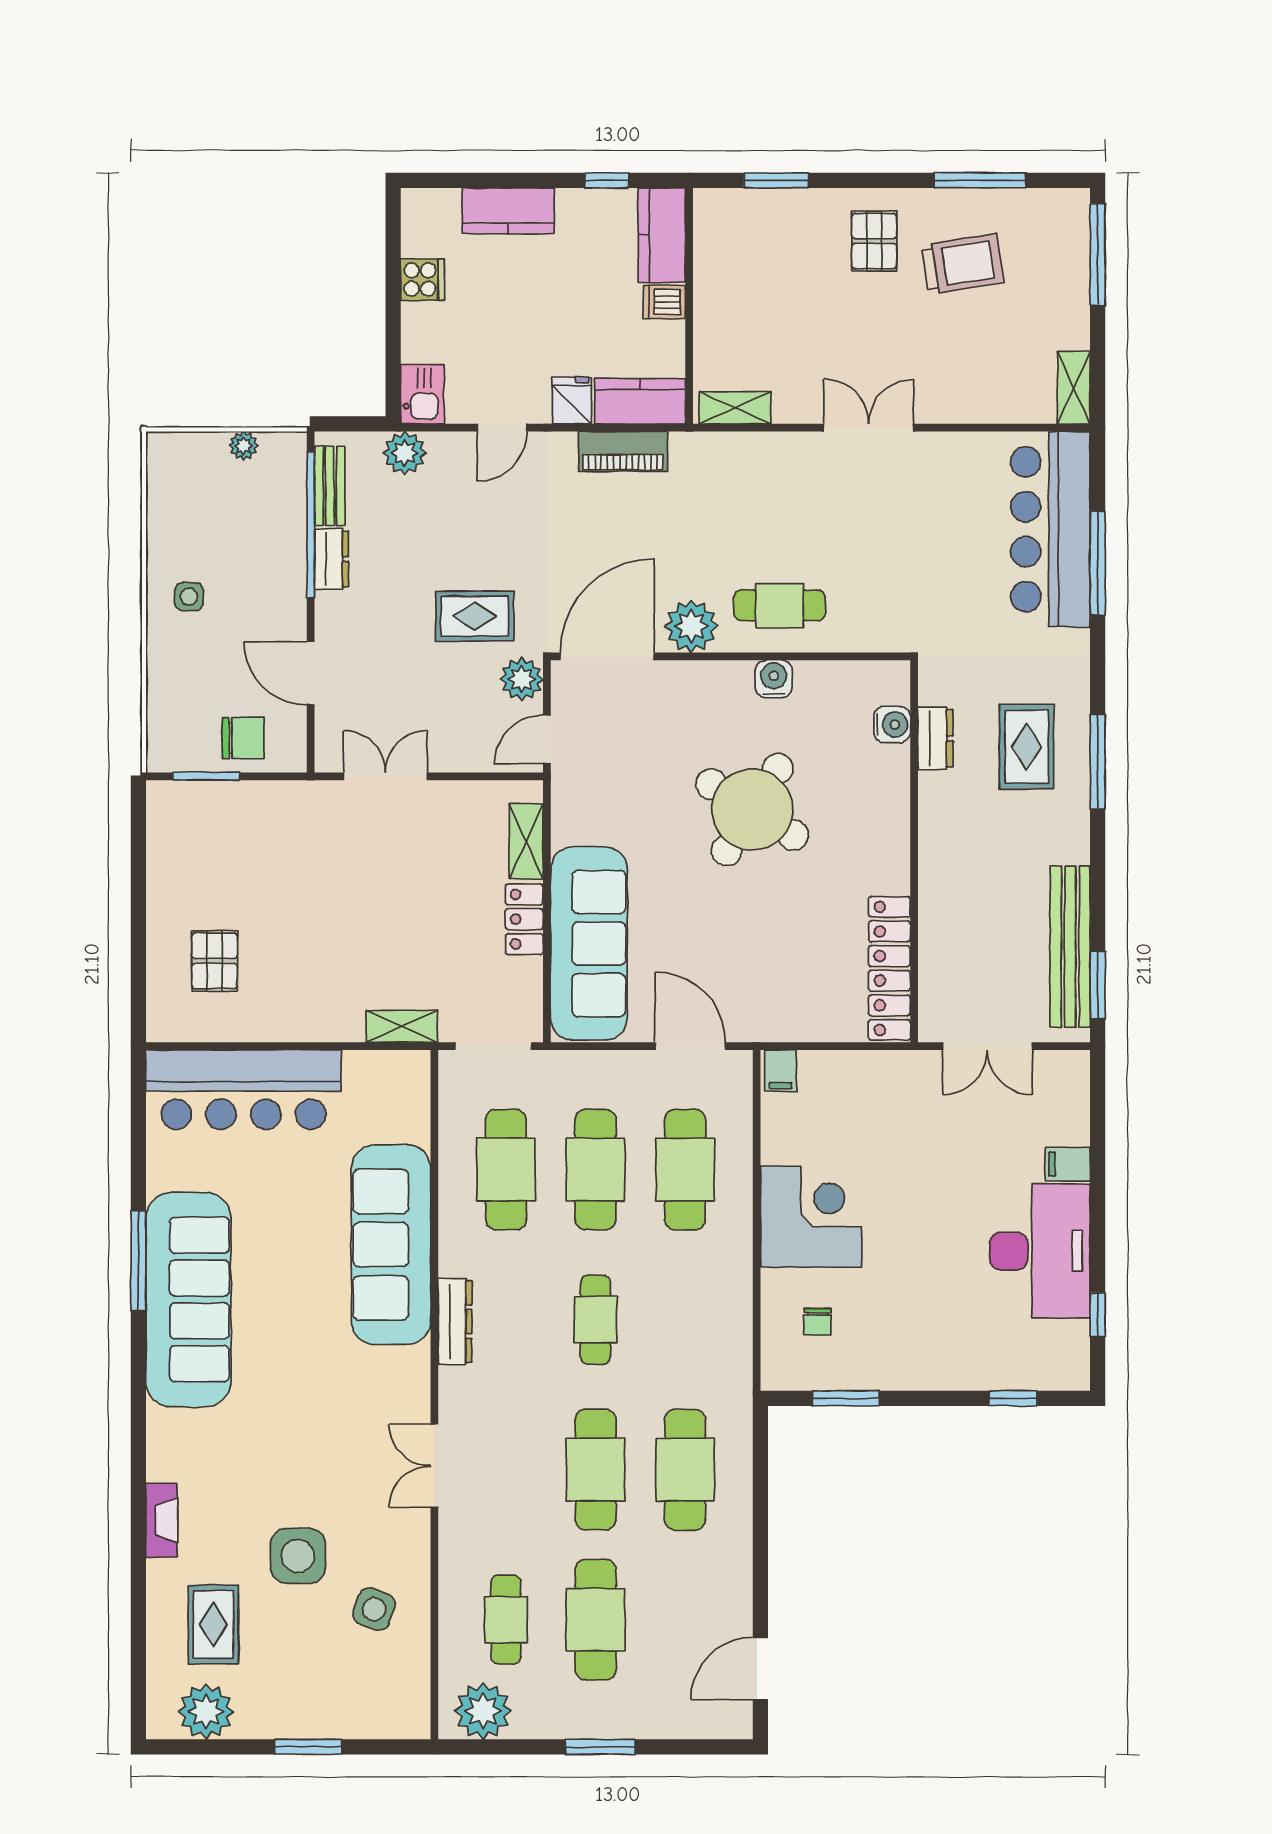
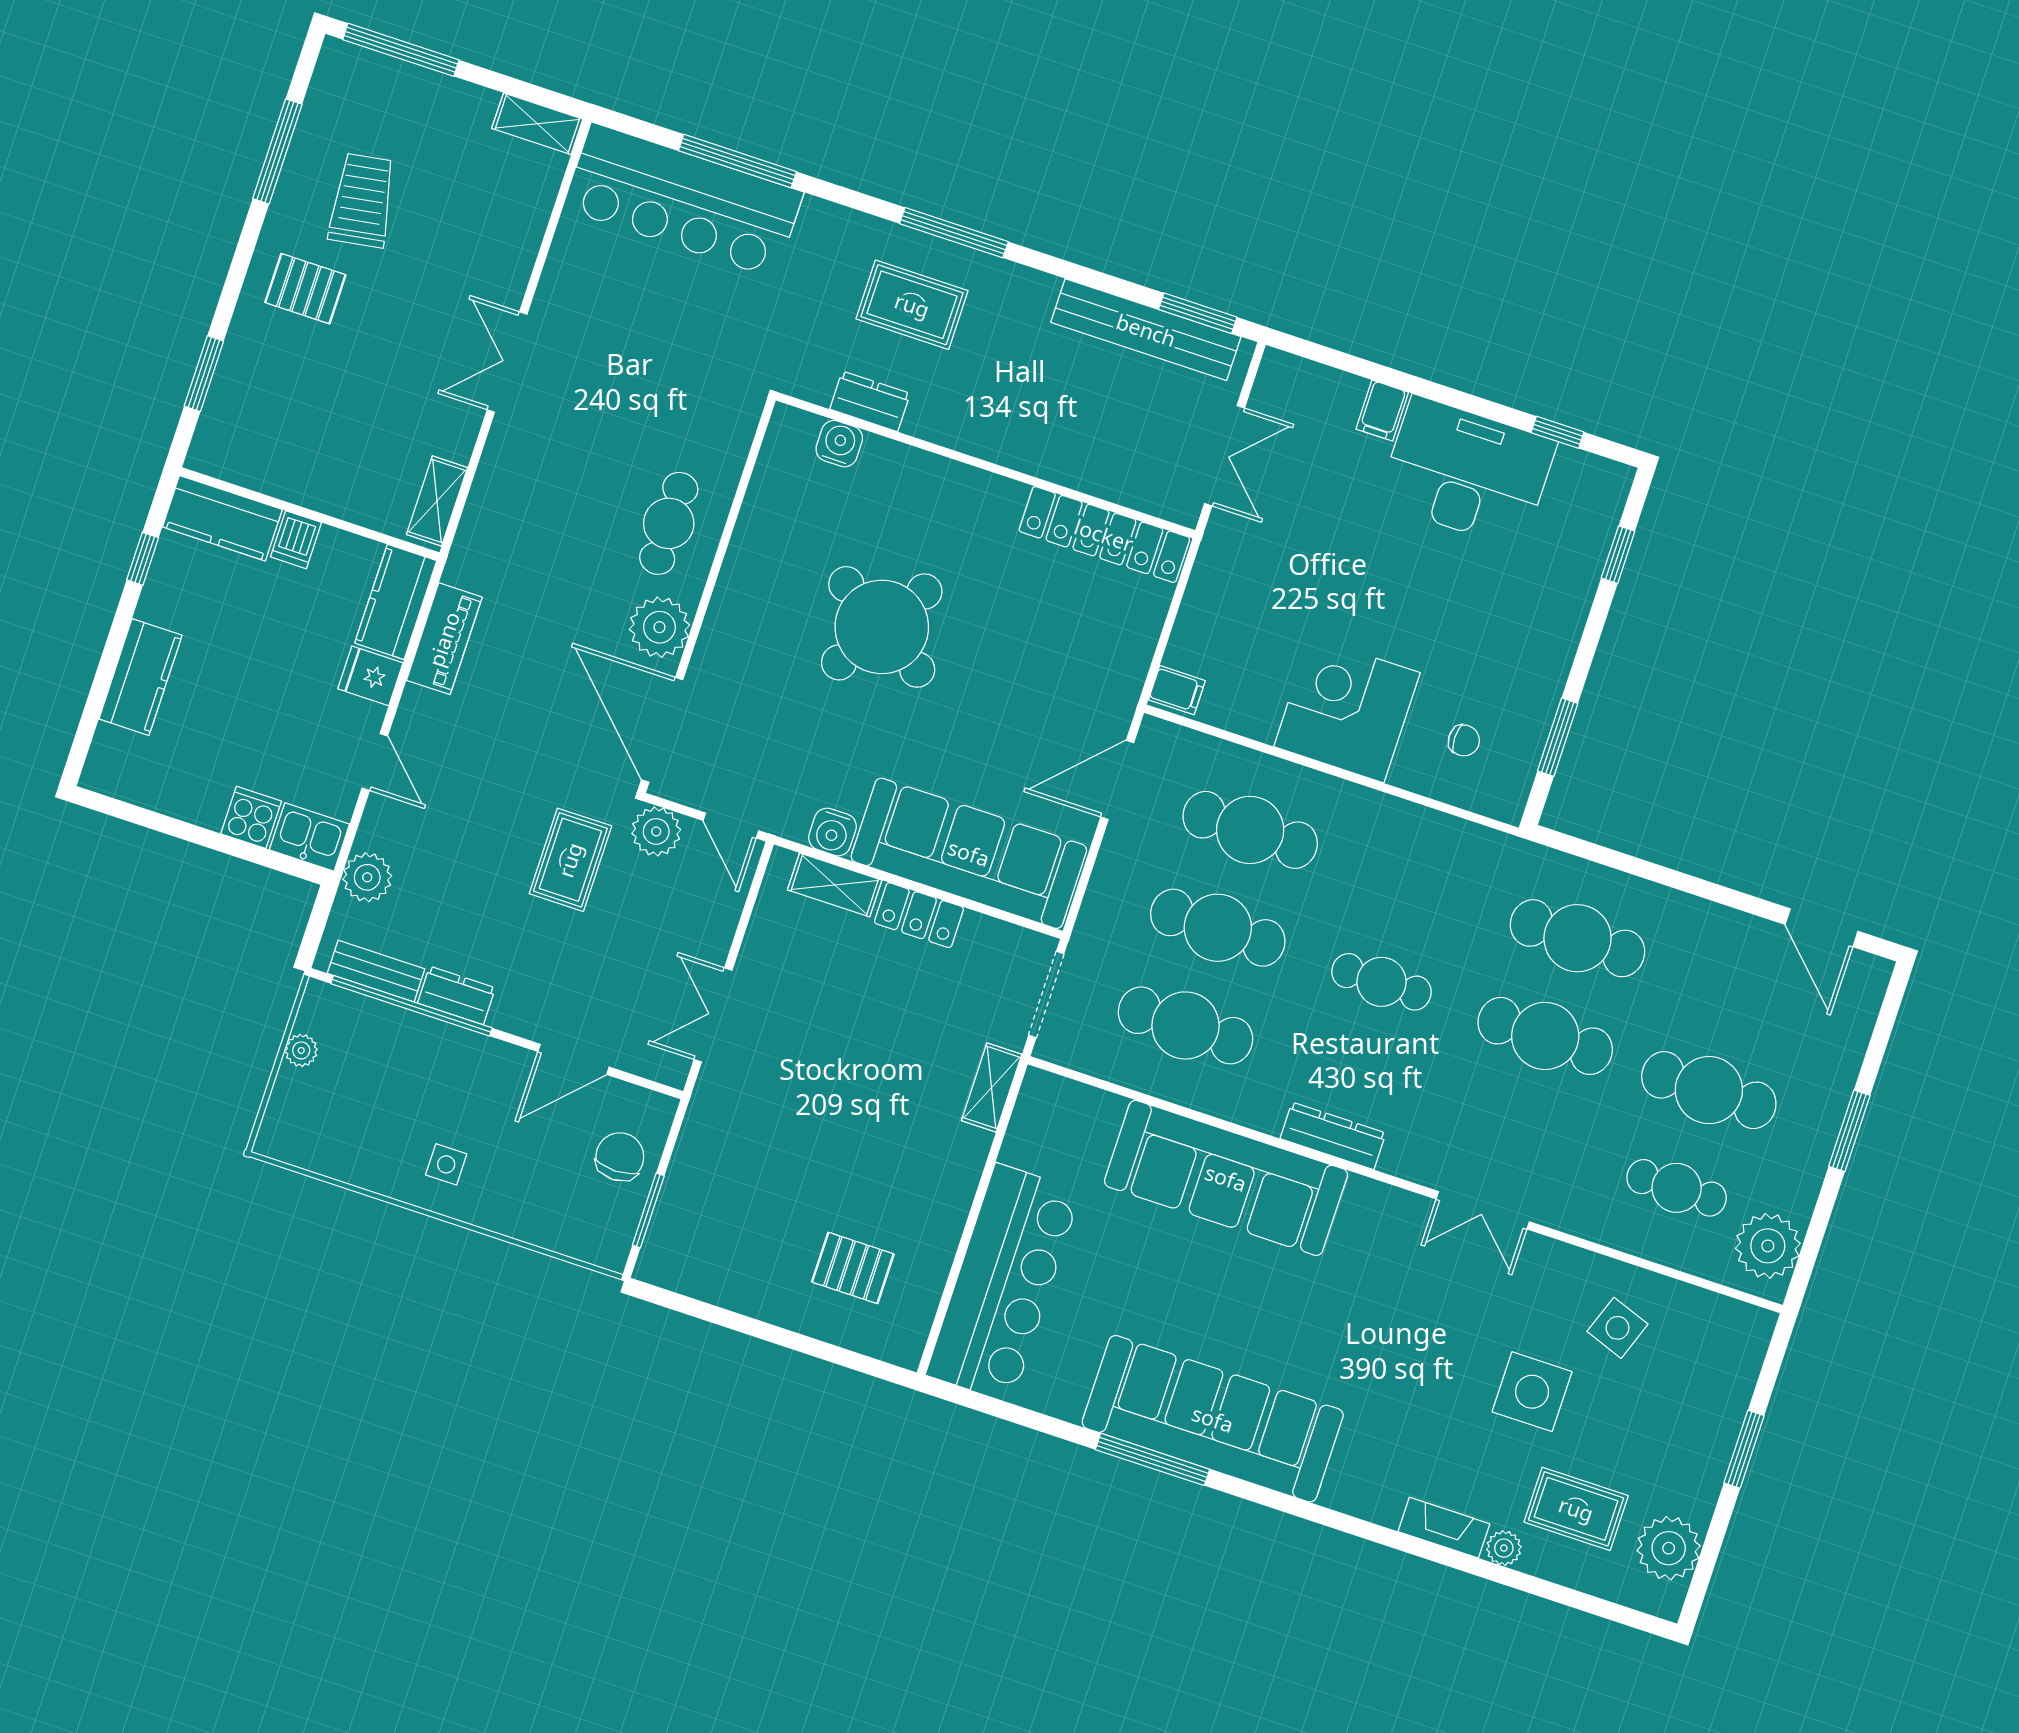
cooker: (422, 279) -> (251, 817), moved
water cooler: (774, 679) -> (832, 832), moved, turned -90
plant: (161, 1575) -> (1504, 1548), added

